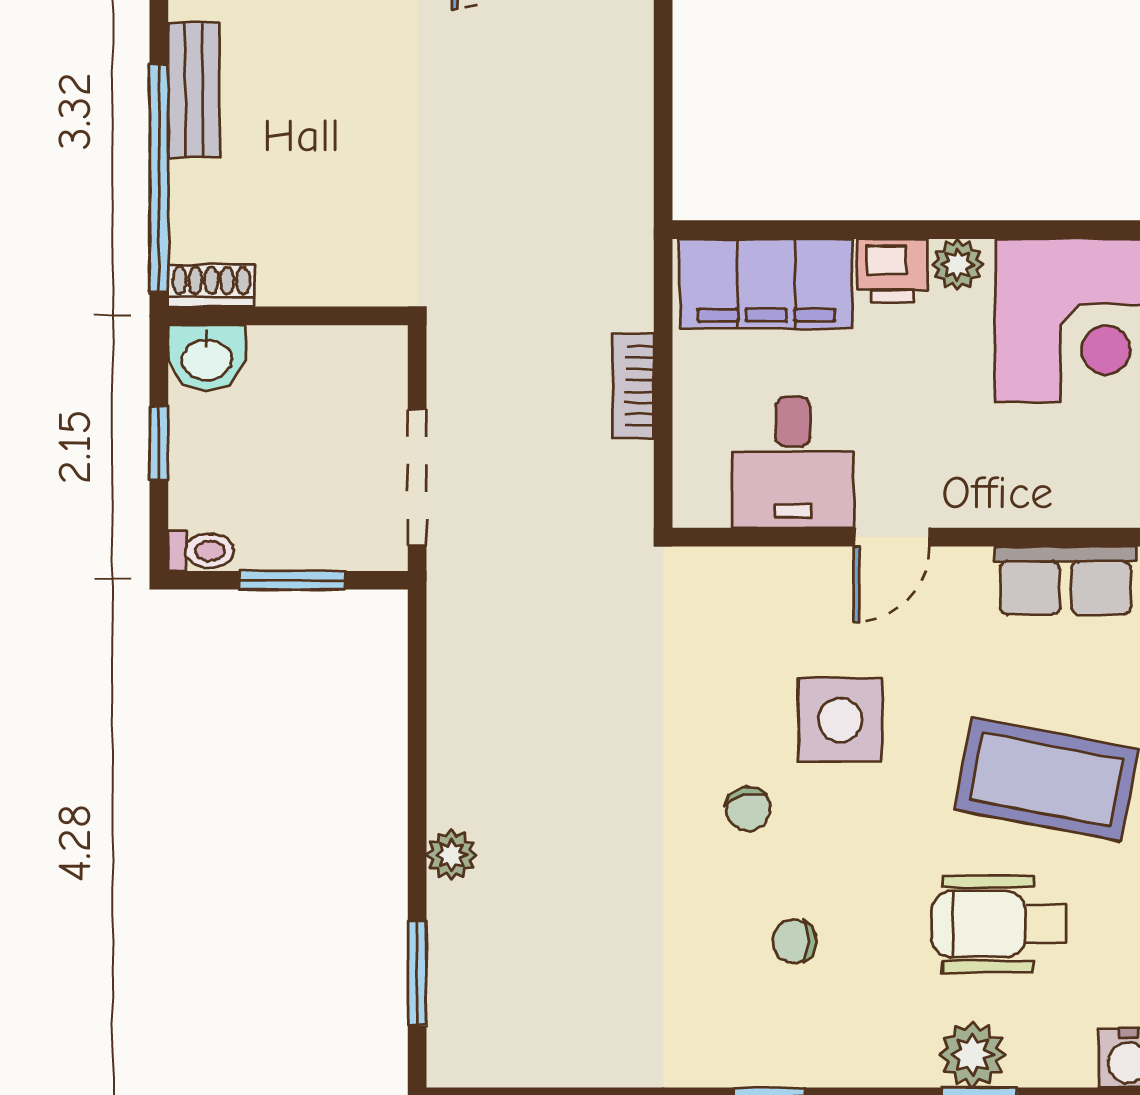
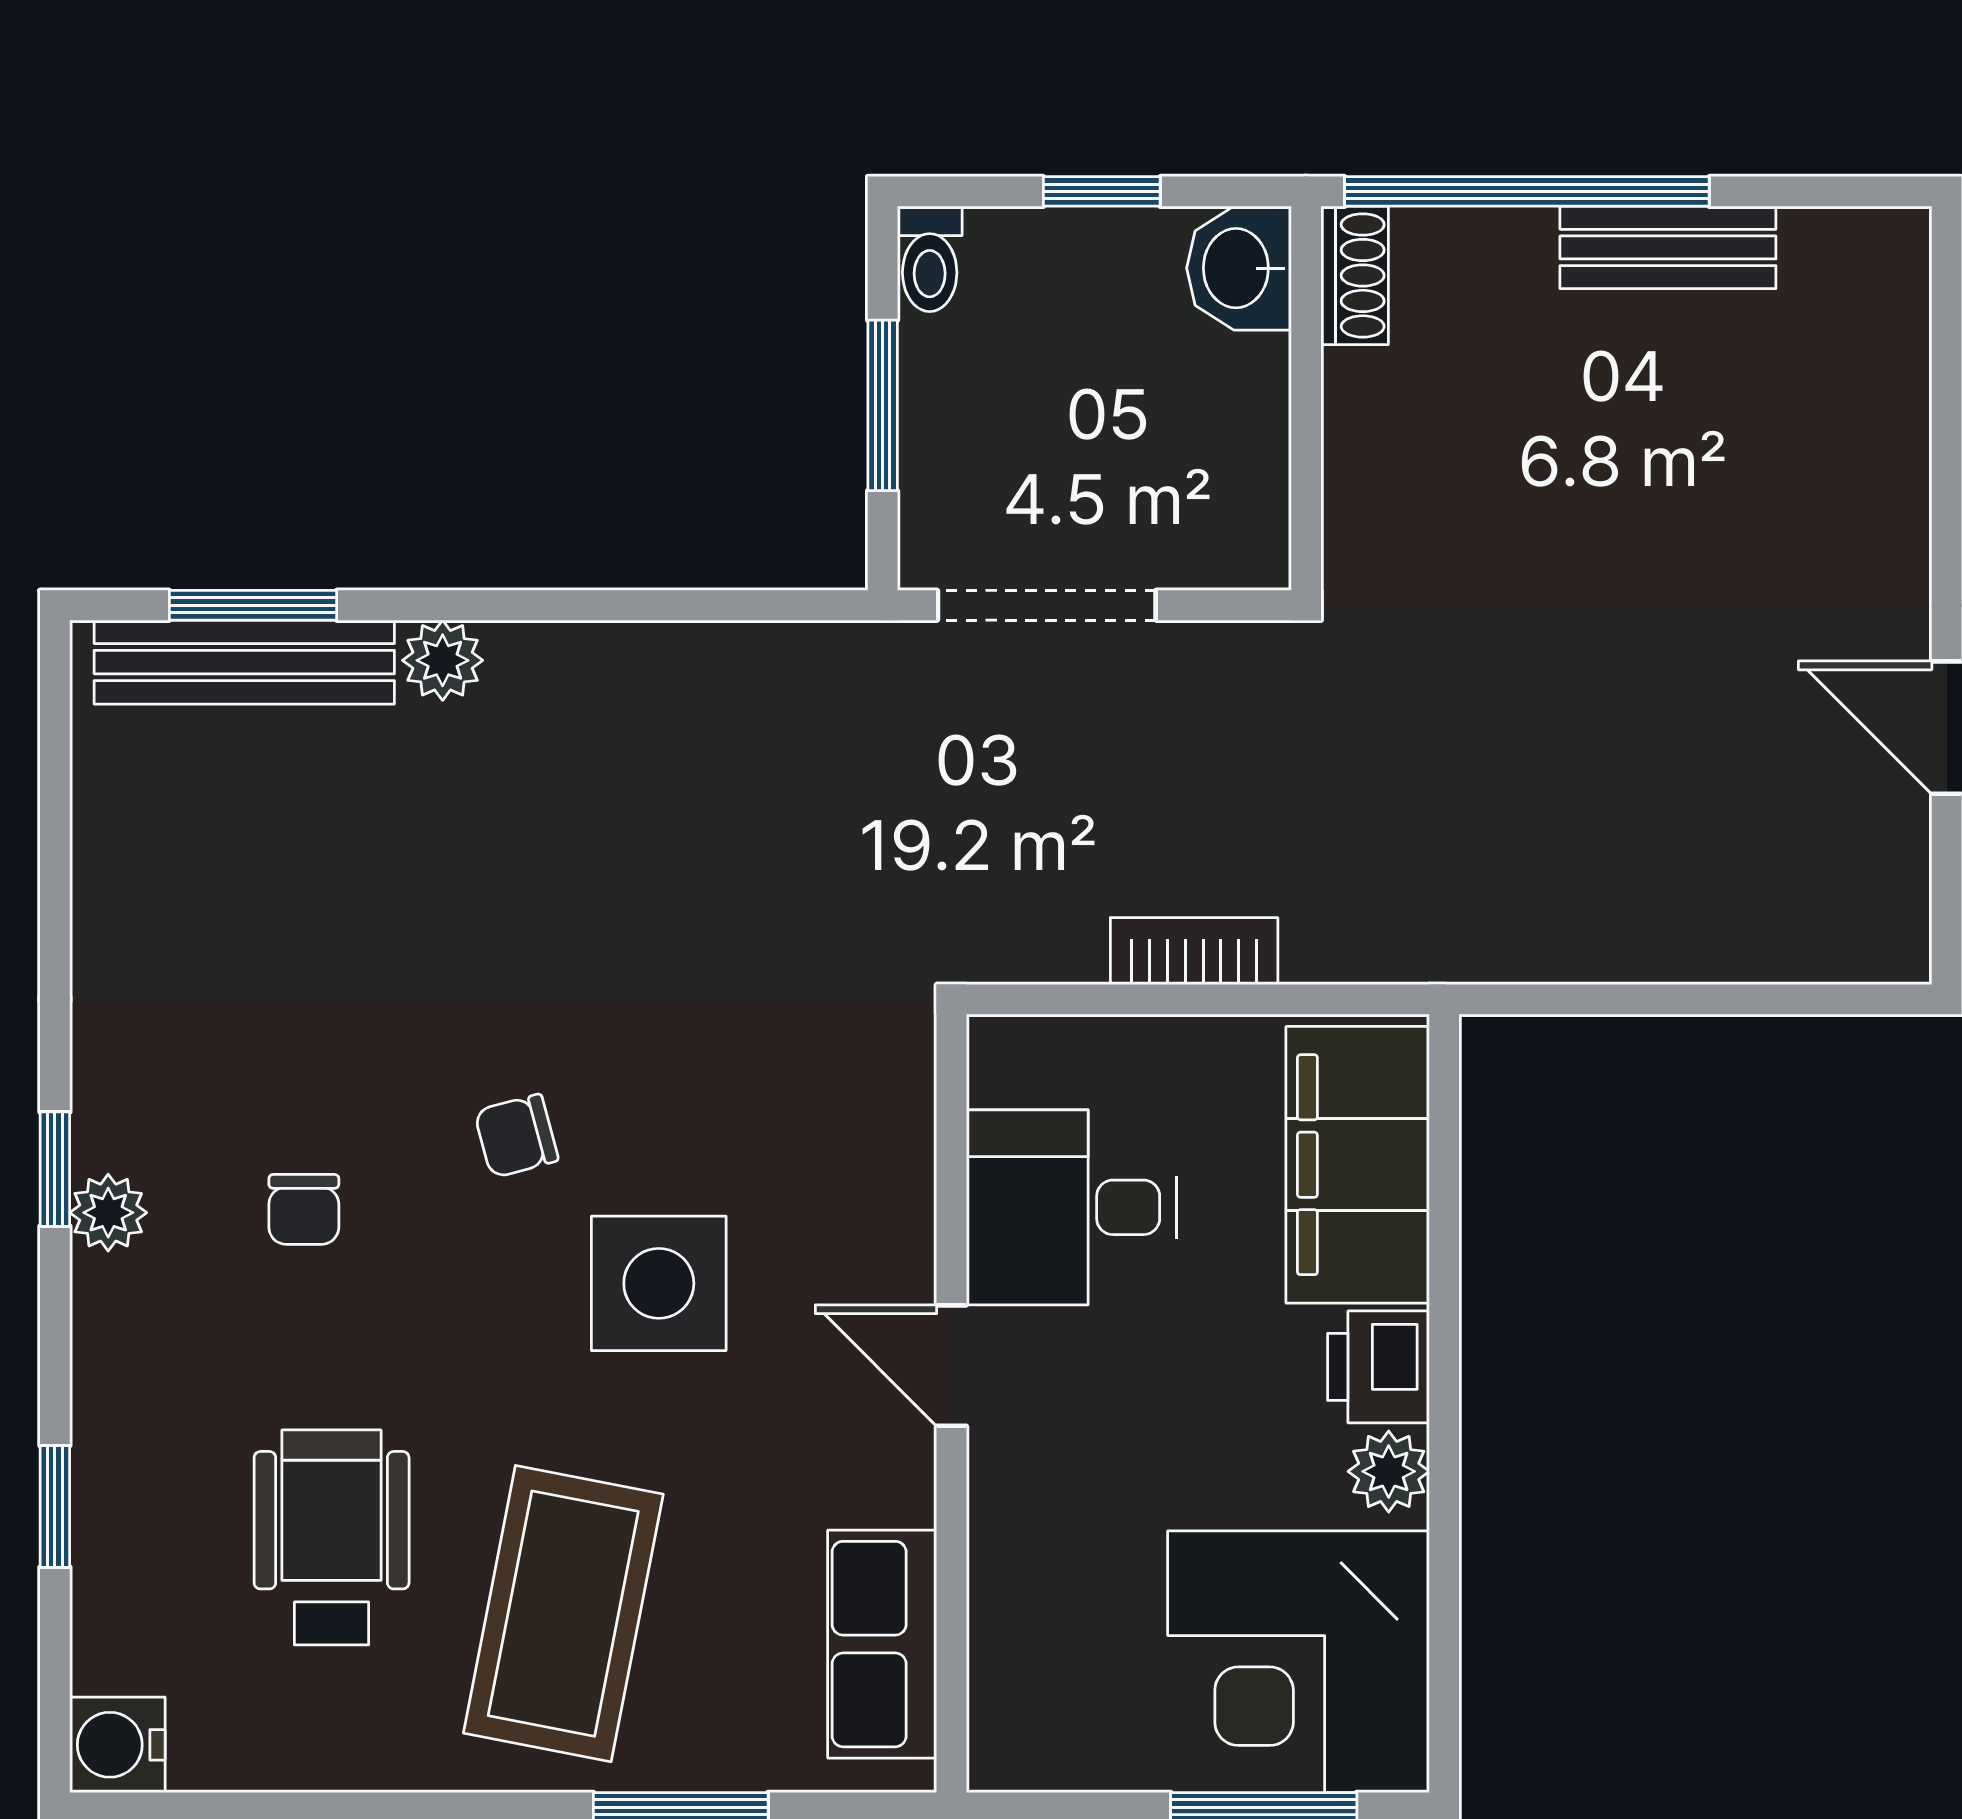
chair: (794, 941) -> (304, 1209), turned 180
bench: (453, 979) -> (244, 662), added
plant: (972, 1055) -> (108, 1213), moved, width x0.73, depth x0.73

